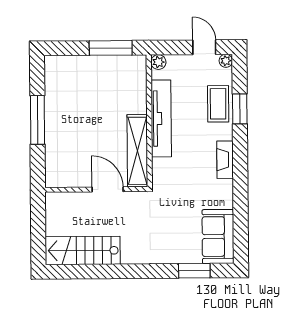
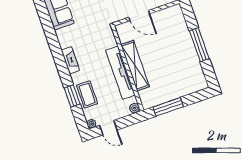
shelving: (137, 151) -> (135, 66), moved

